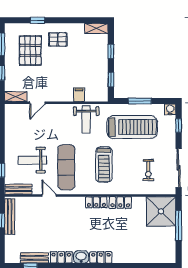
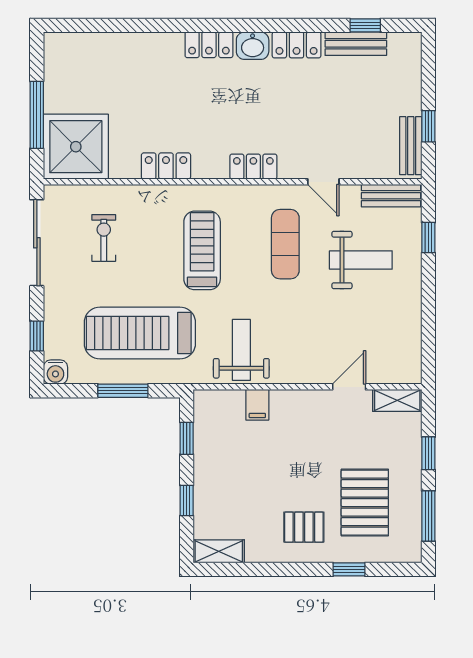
exercise mat: (66, 167) -> (285, 244), width x0.73, depth x0.69
locker: (96, 202) -> (253, 167), moved
bench: (10, 217) -> (411, 146), width x0.73

